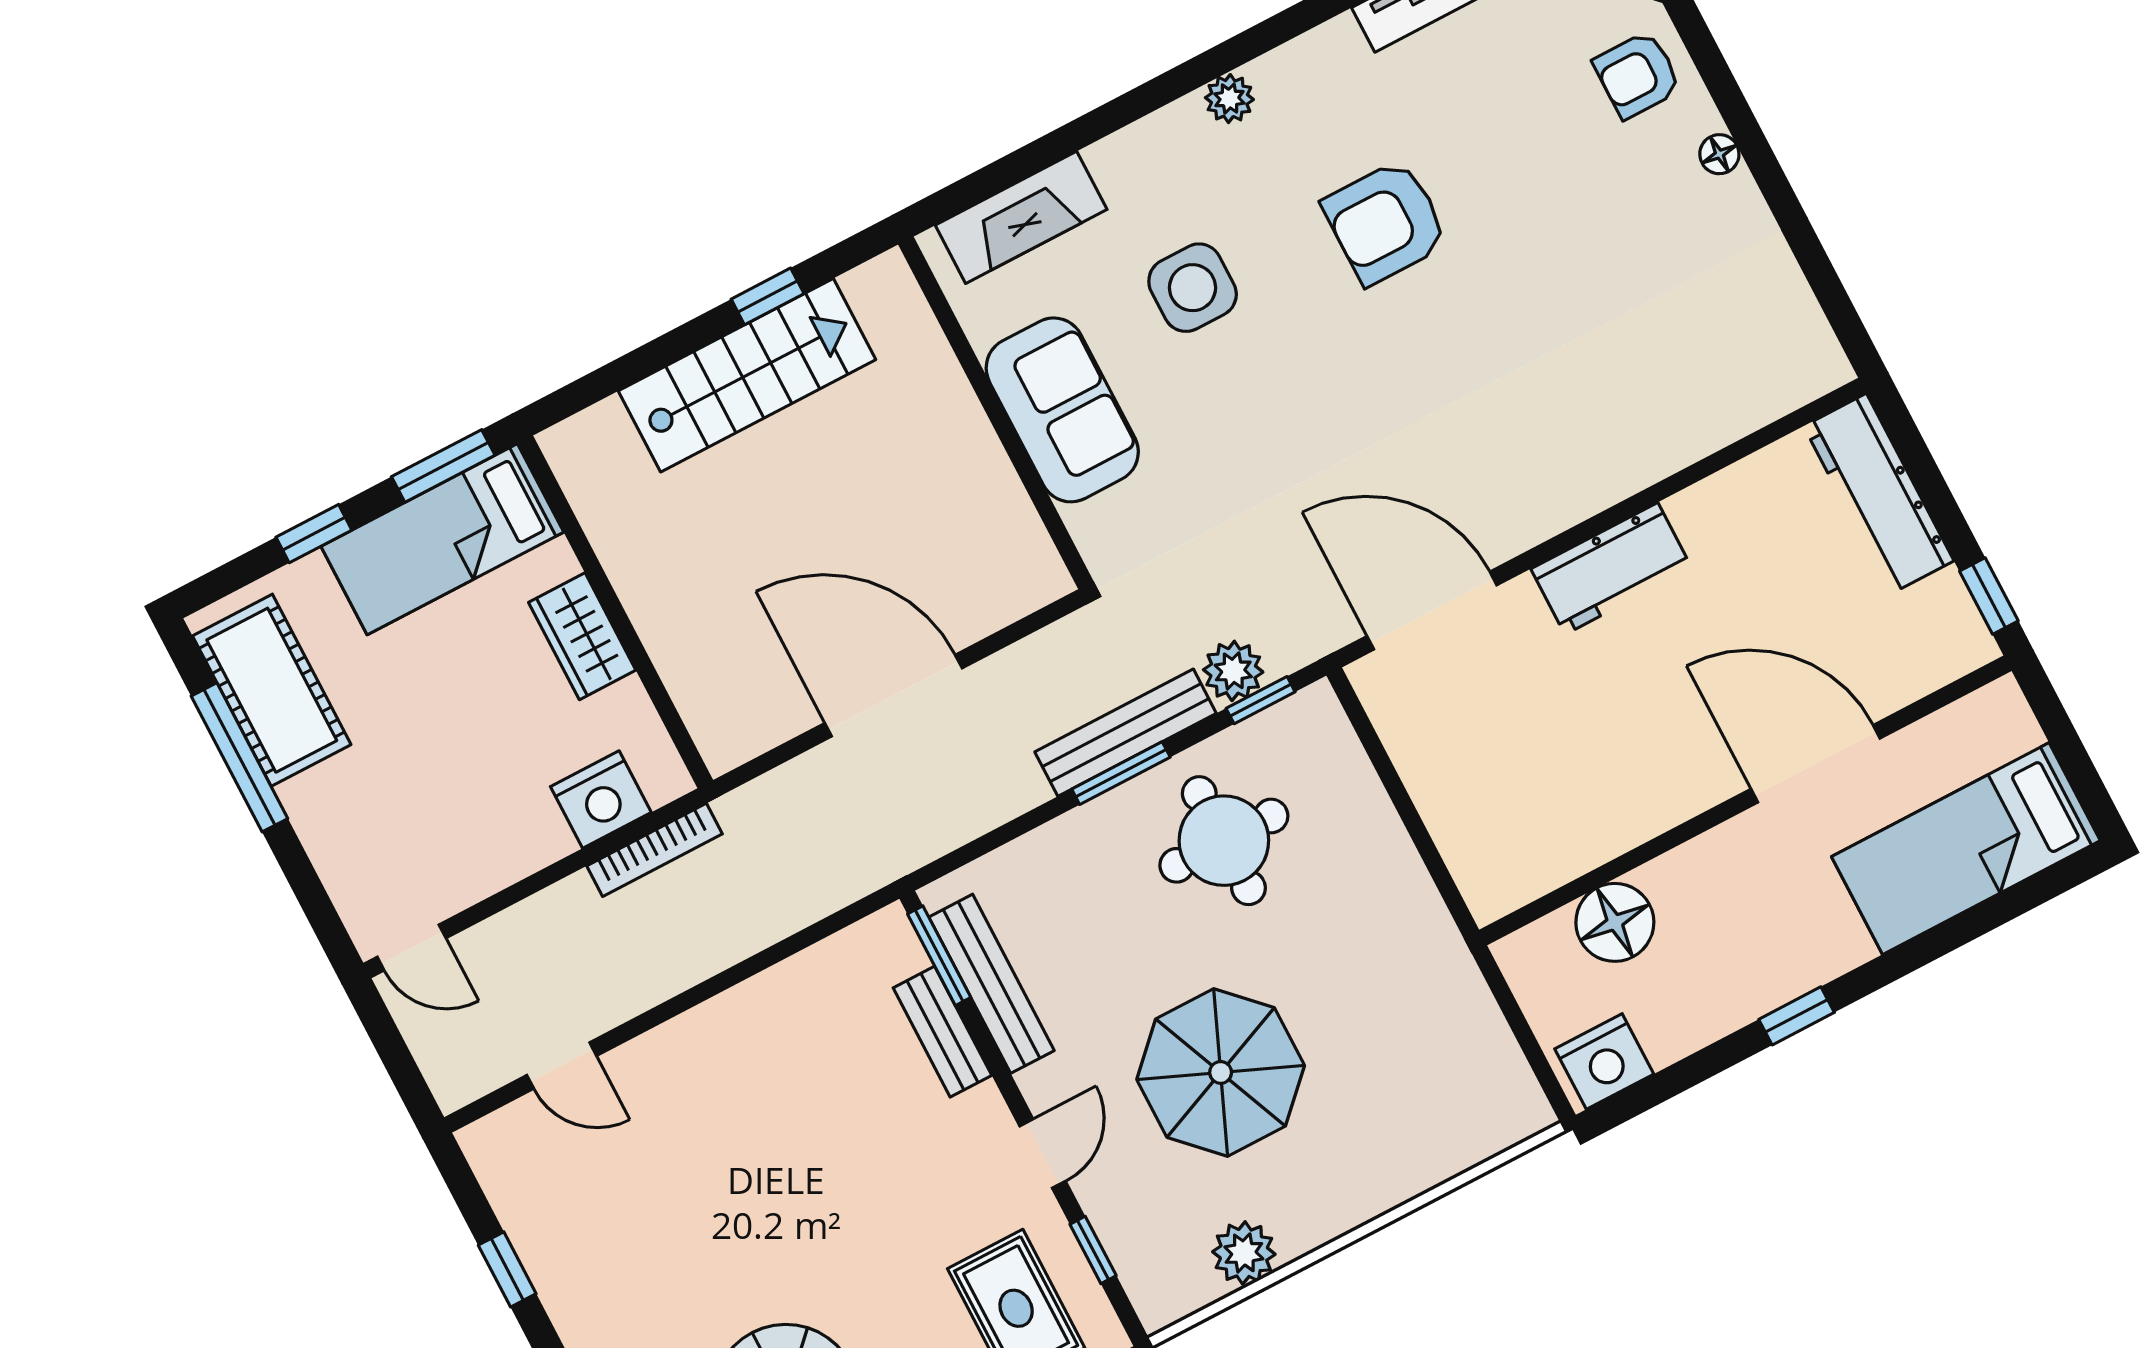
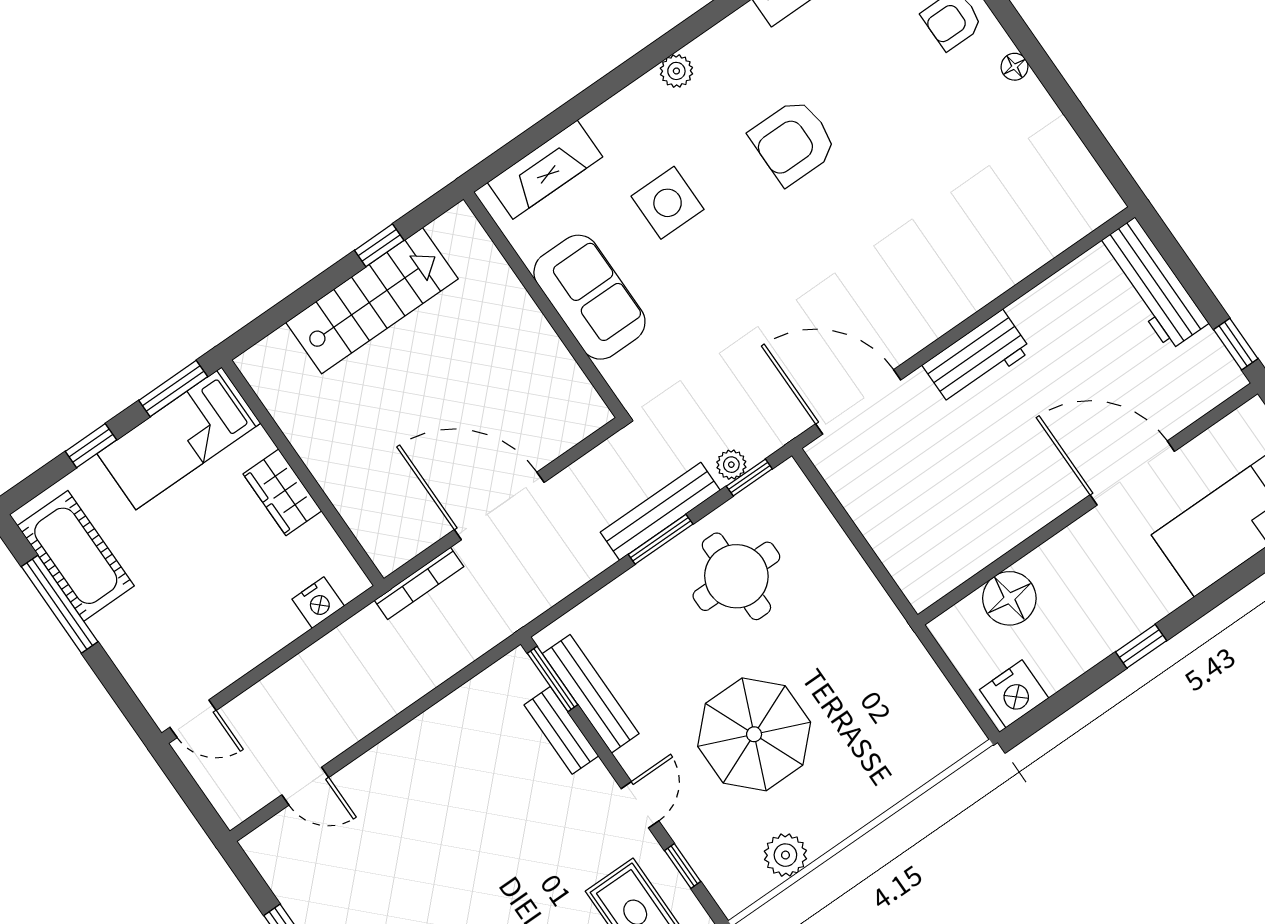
plant: (1233, 671) -> (731, 465), width x0.73, depth x0.73
nightstand: (601, 799) -> (318, 603), width x0.74, depth x0.75
bookcase: (655, 850) -> (419, 583), moved

